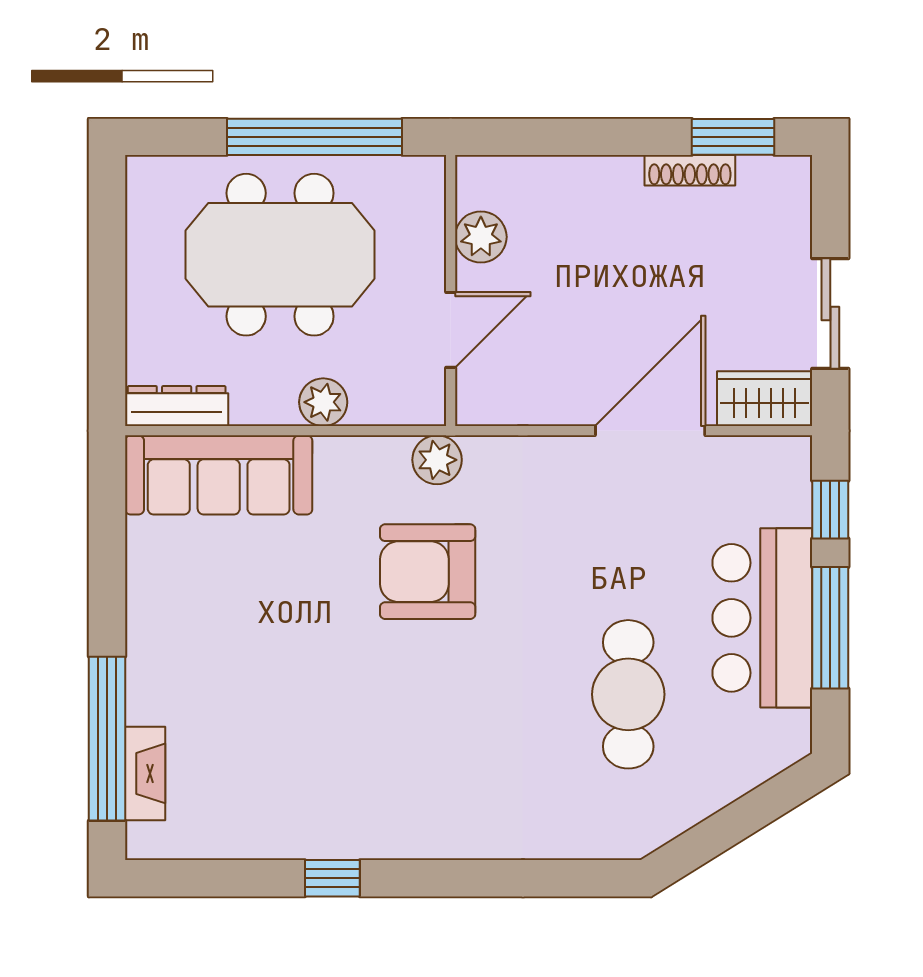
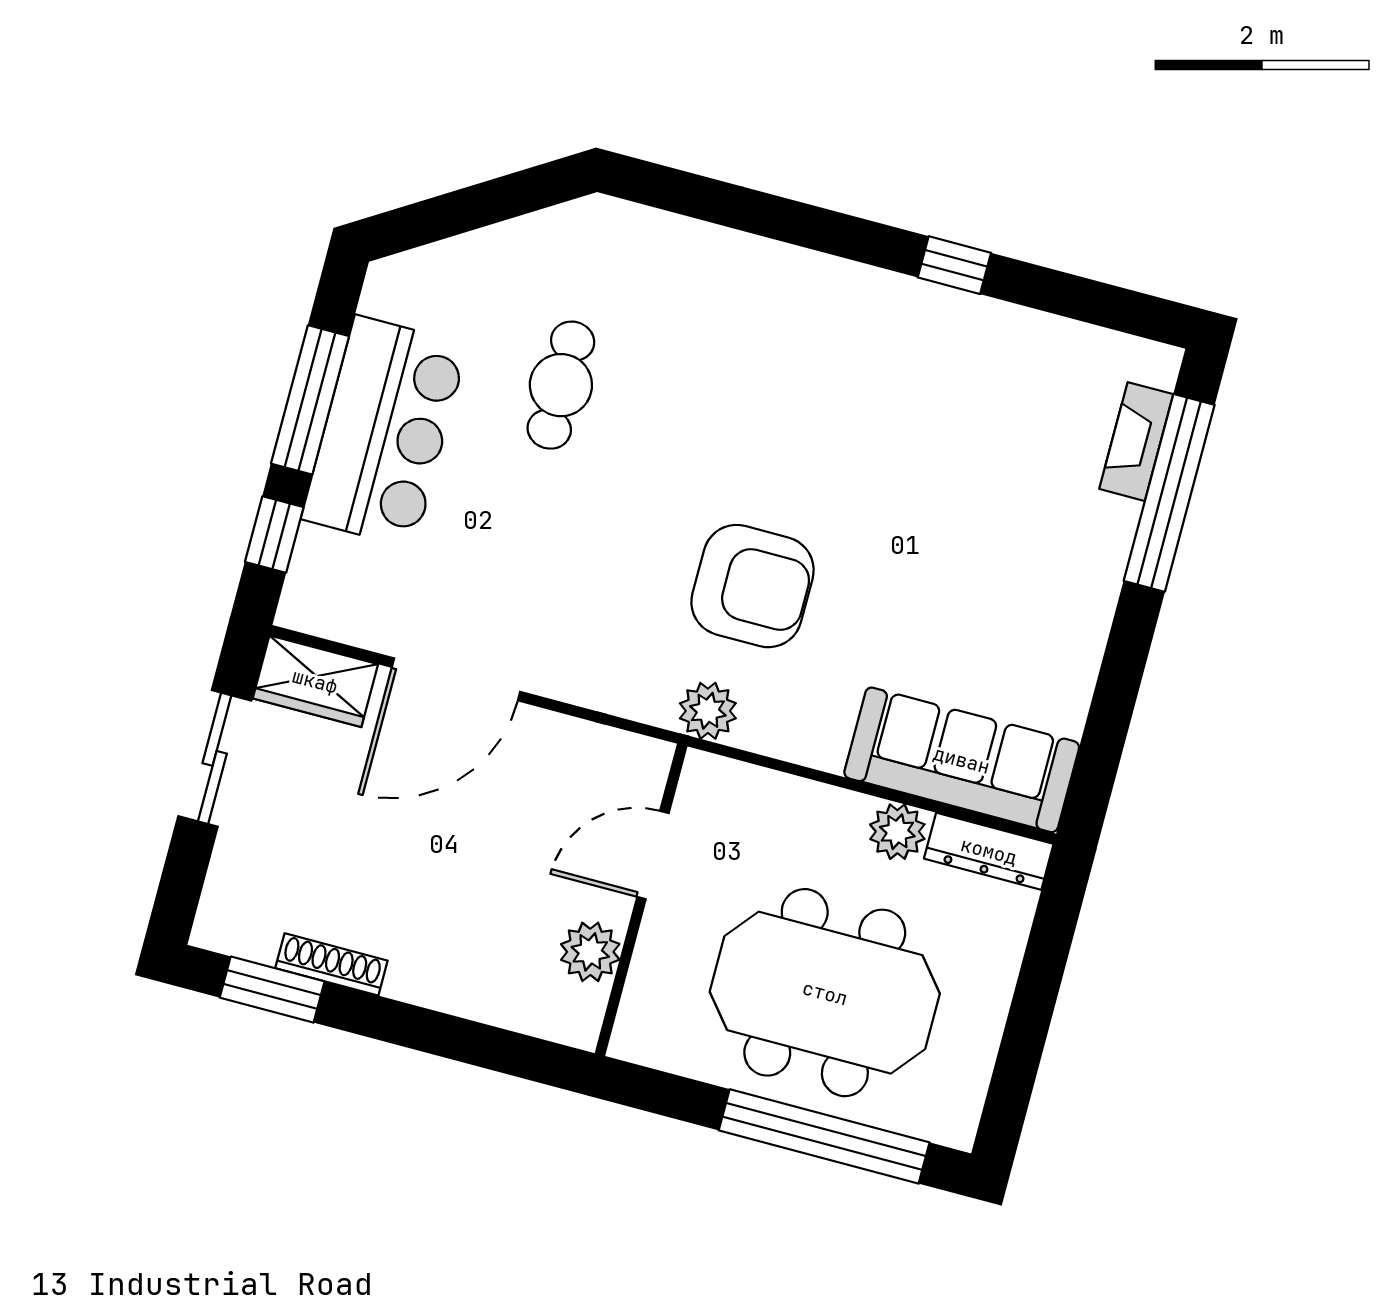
window: (315, 137) -> (824, 1136), moved
plant: (323, 402) -> (897, 832), moved
cafe table: (628, 694) -> (561, 385), width x0.73, depth x0.74

